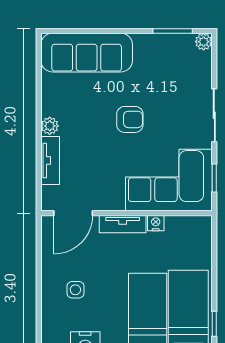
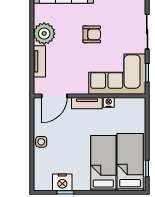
plant: (50, 126) -> (44, 34), width x1.87, depth x1.87
side table: (75, 290) -> (41, 142), moved

